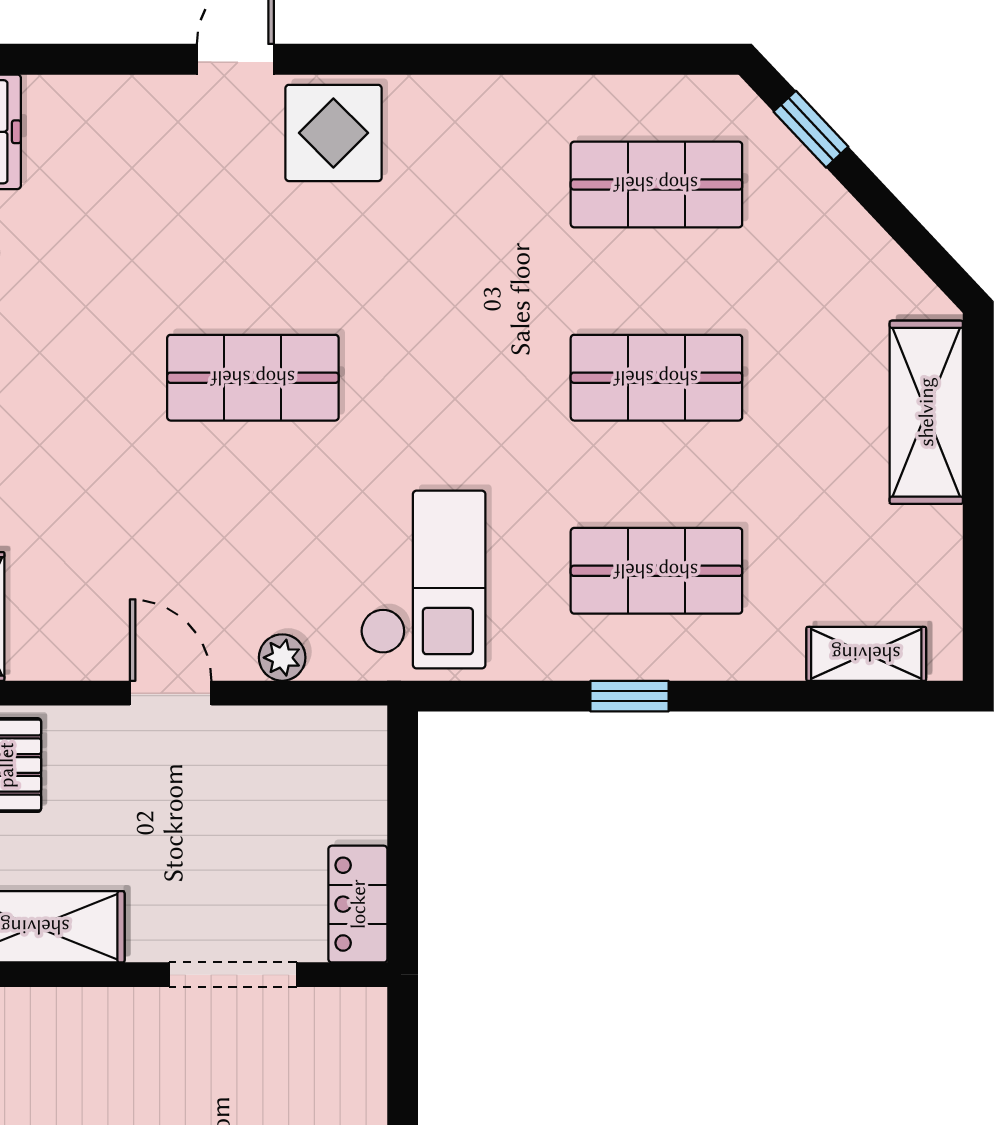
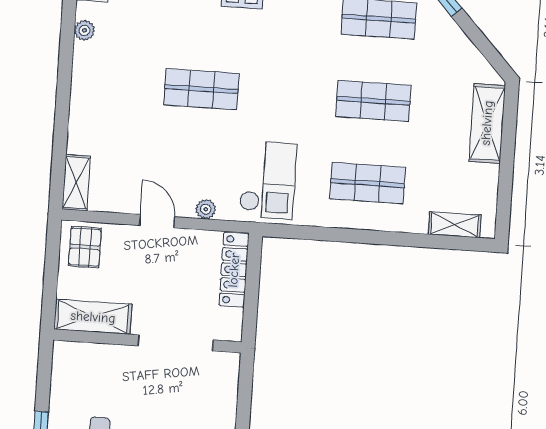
window: (629, 696) -> (353, 236), removed
locker: (358, 904) -> (234, 270), moved, width x1.53
doorway: (233, 975) -> (175, 343), width x1.36

